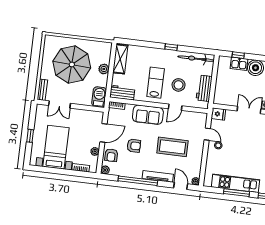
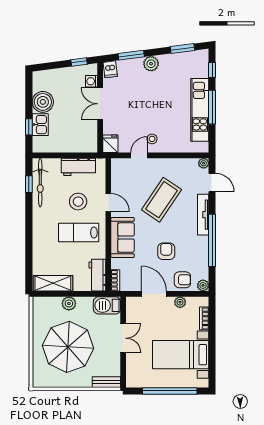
window: (171, 47) -> (29, 184), moved
double door: (59, 104) -> (123, 338), moved
window: (30, 136) -> (170, 391), width x3.17
coffee table: (172, 147) -> (161, 200), turned 34
door: (181, 186) -> (212, 182), swing flipped

